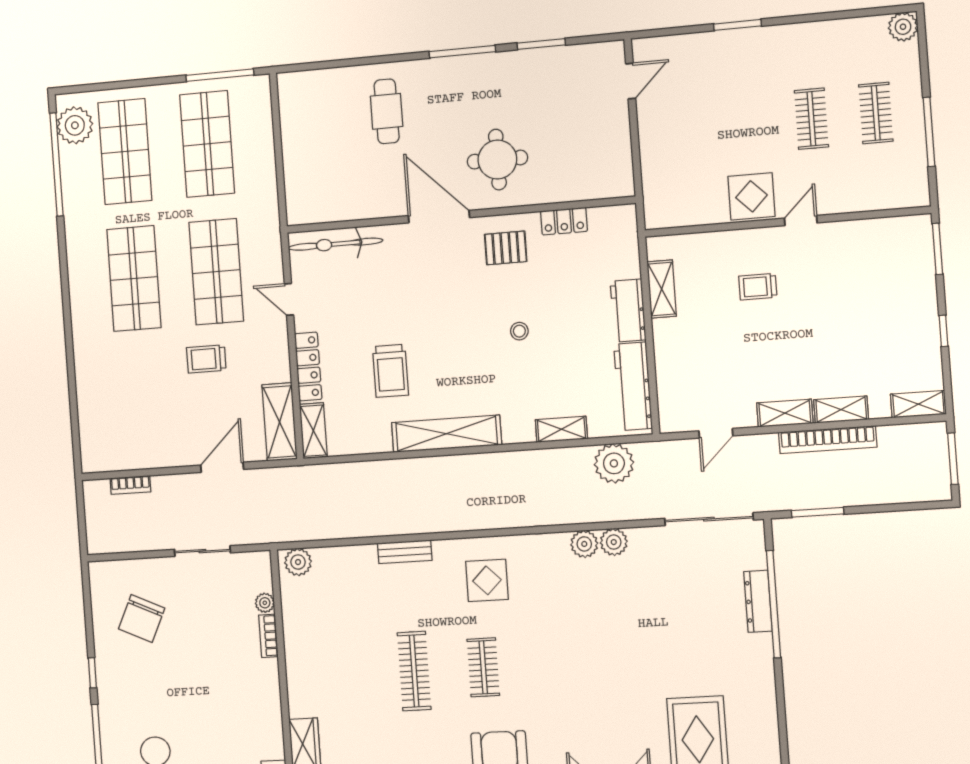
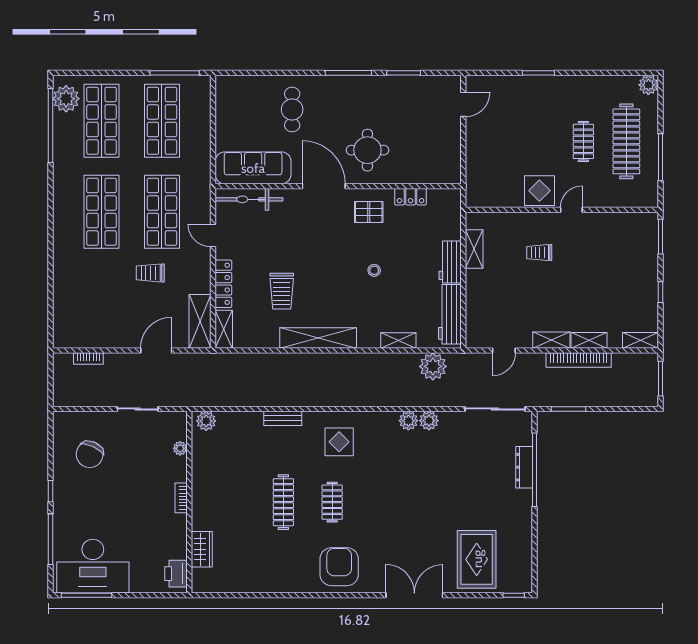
clothes rail: (876, 113) -> (626, 141), width x1.86, depth x1.31
sofa: (338, 199) -> (253, 168), added
bookcase: (268, 636) -> (181, 498), moved

